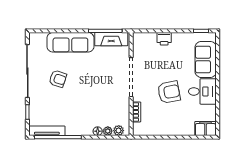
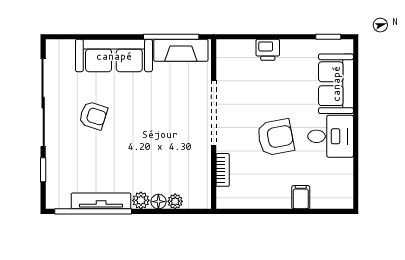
filing cabinet: (205, 129) -> (301, 197), moved, width x0.50
tv unit: (47, 131) -> (101, 201), moved
plant: (119, 131) -> (141, 200), moved

